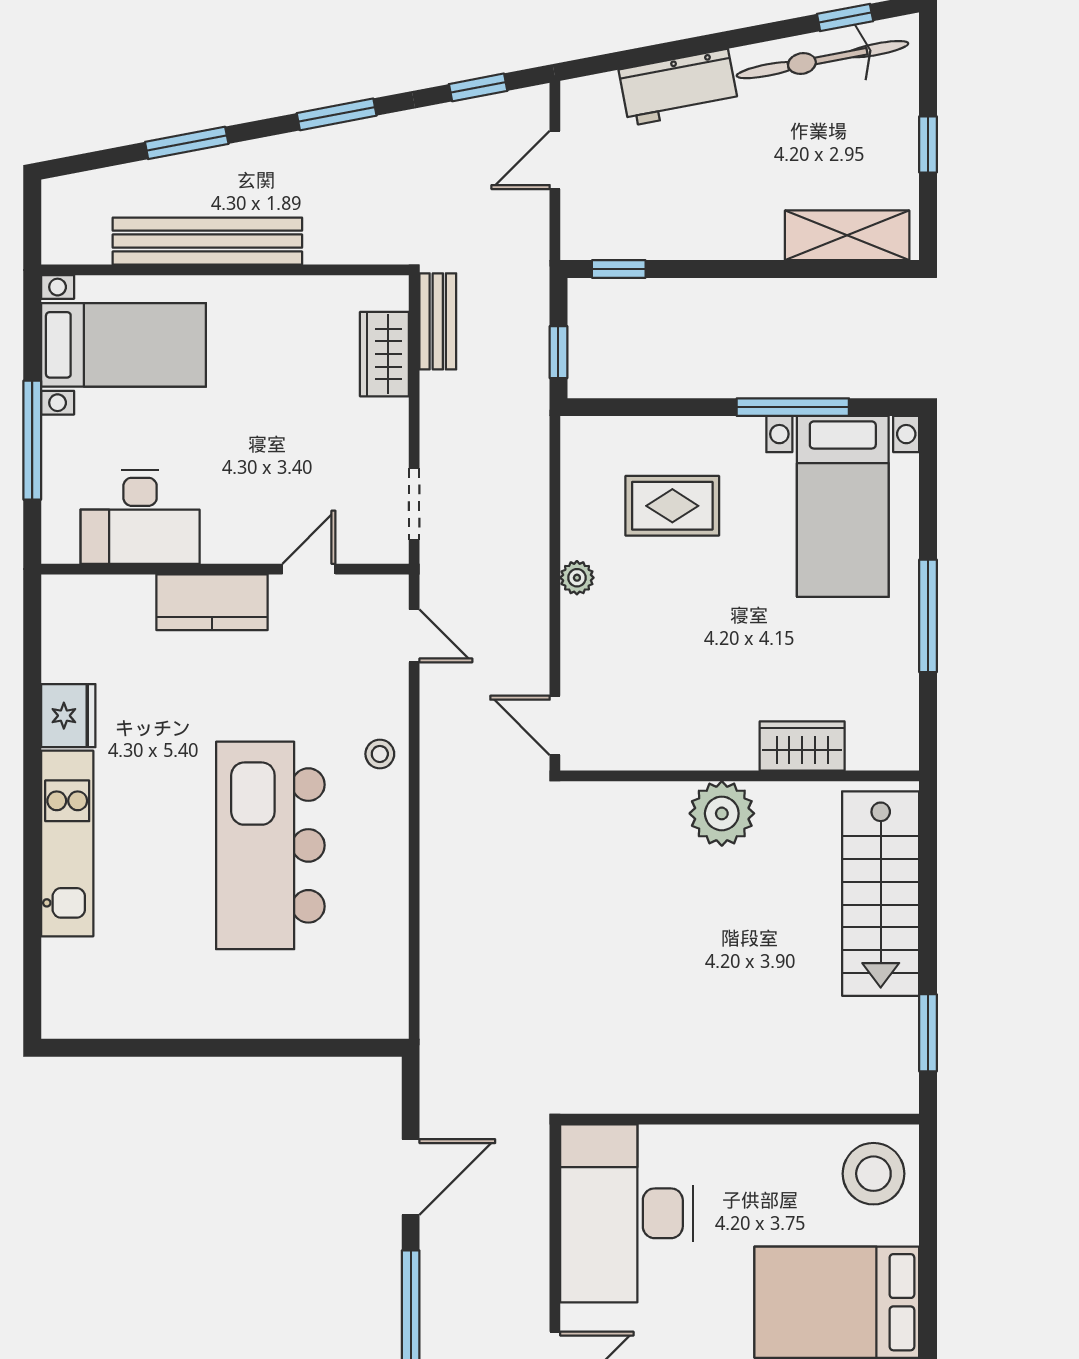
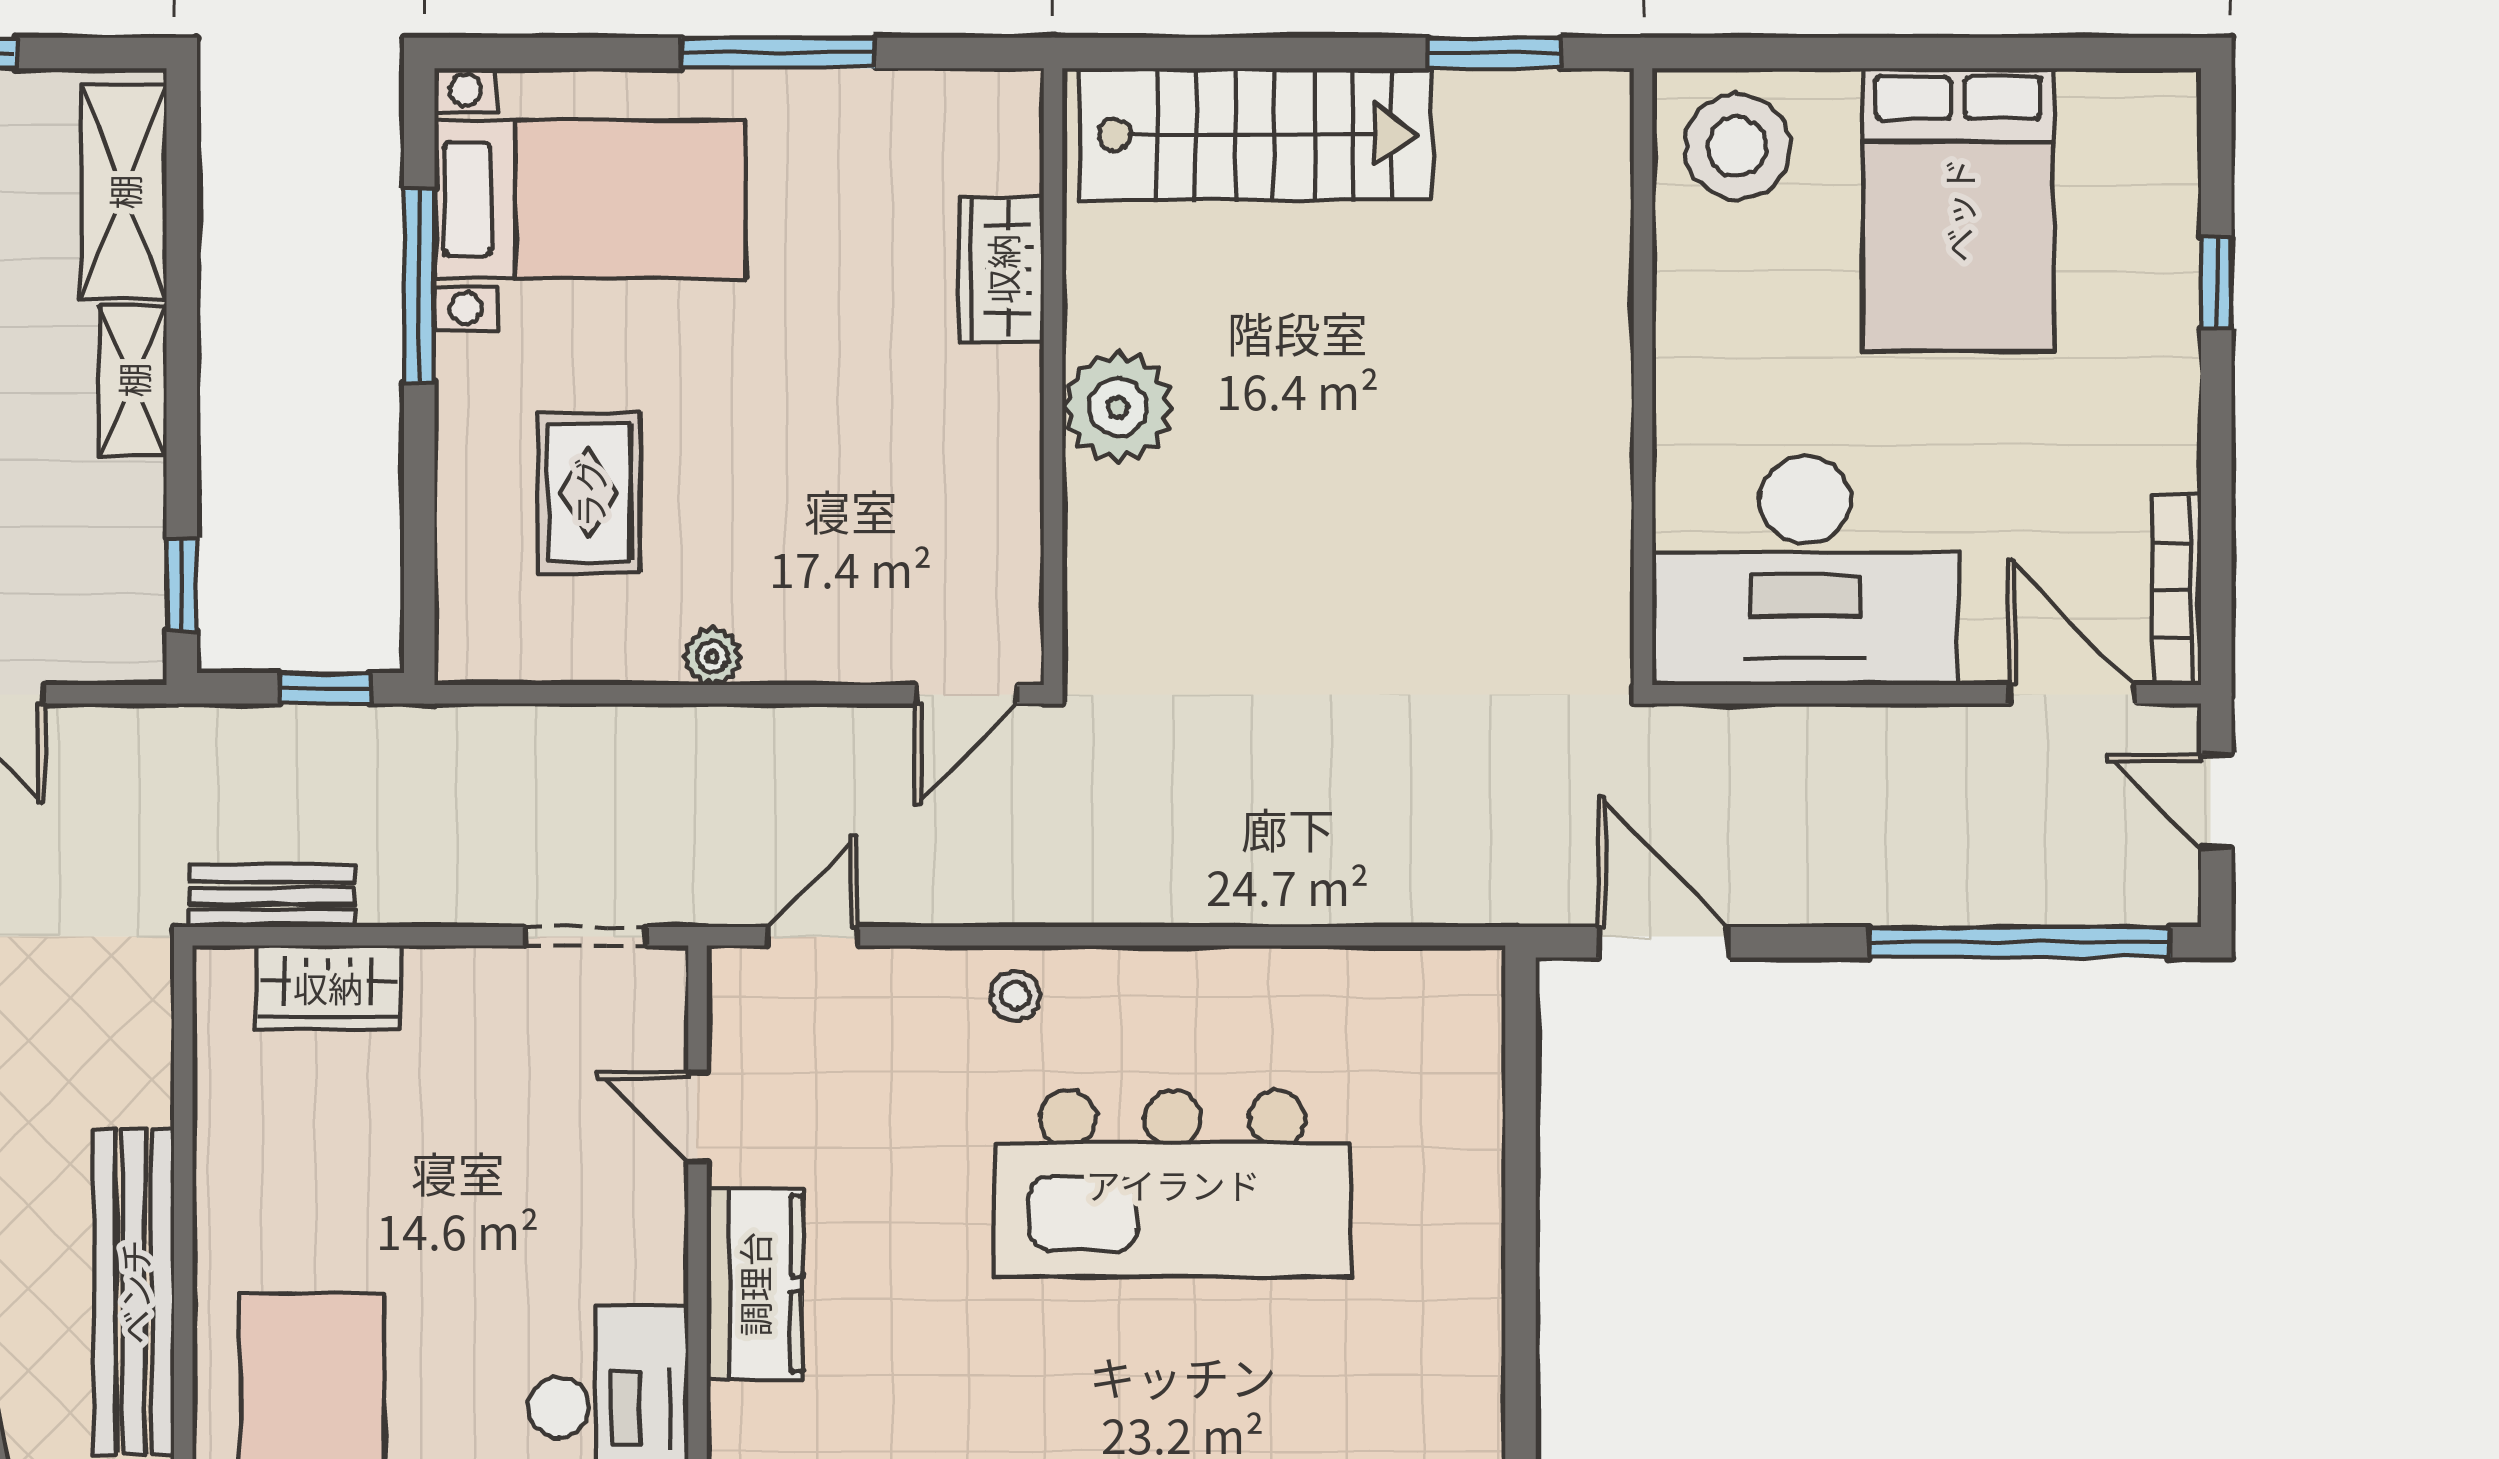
shelving: (738, 241) -> (133, 380), added
door: (411, 1177) -> (1664, 942), moved

